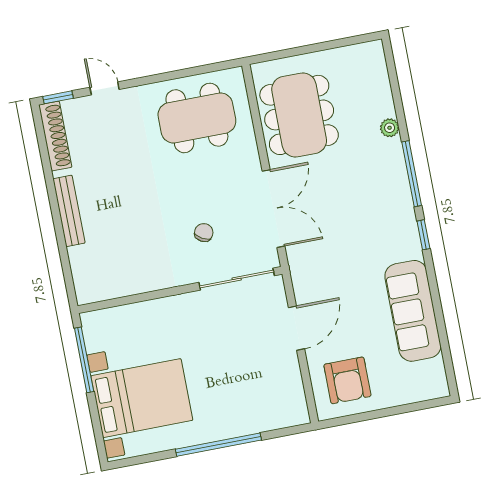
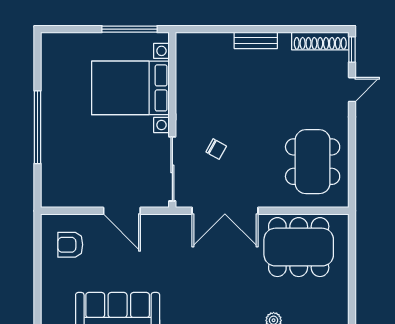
bench: (69, 211) -> (256, 40), width x0.73
armchair: (347, 380) -> (70, 245), width x0.72, depth x0.72
bed with nightstands: (142, 398) -> (130, 88), moved, turned 90

